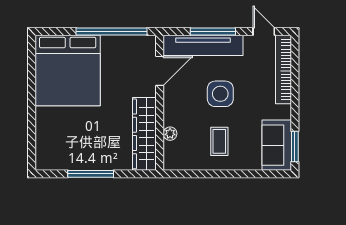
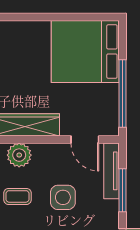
tv unit: (203, 45) -> (111, 171), width x0.73, depth x0.78
plant: (170, 134) -> (19, 155), width x1.87, depth x1.87

